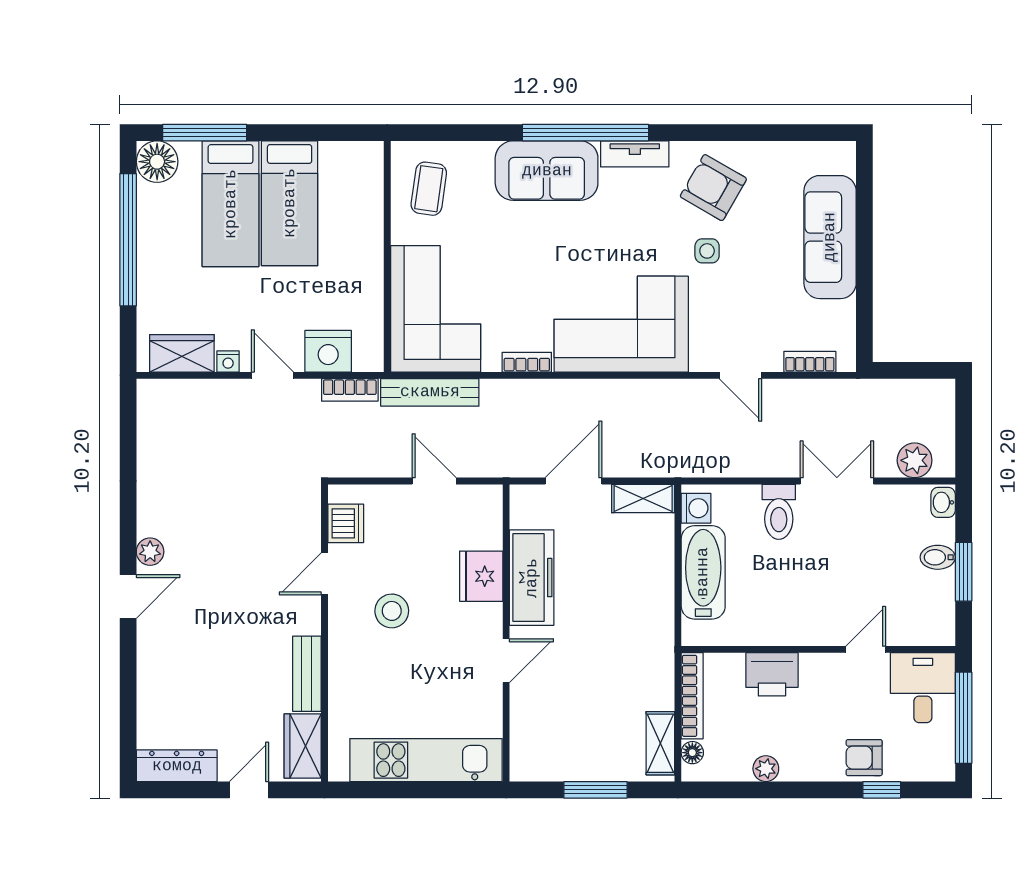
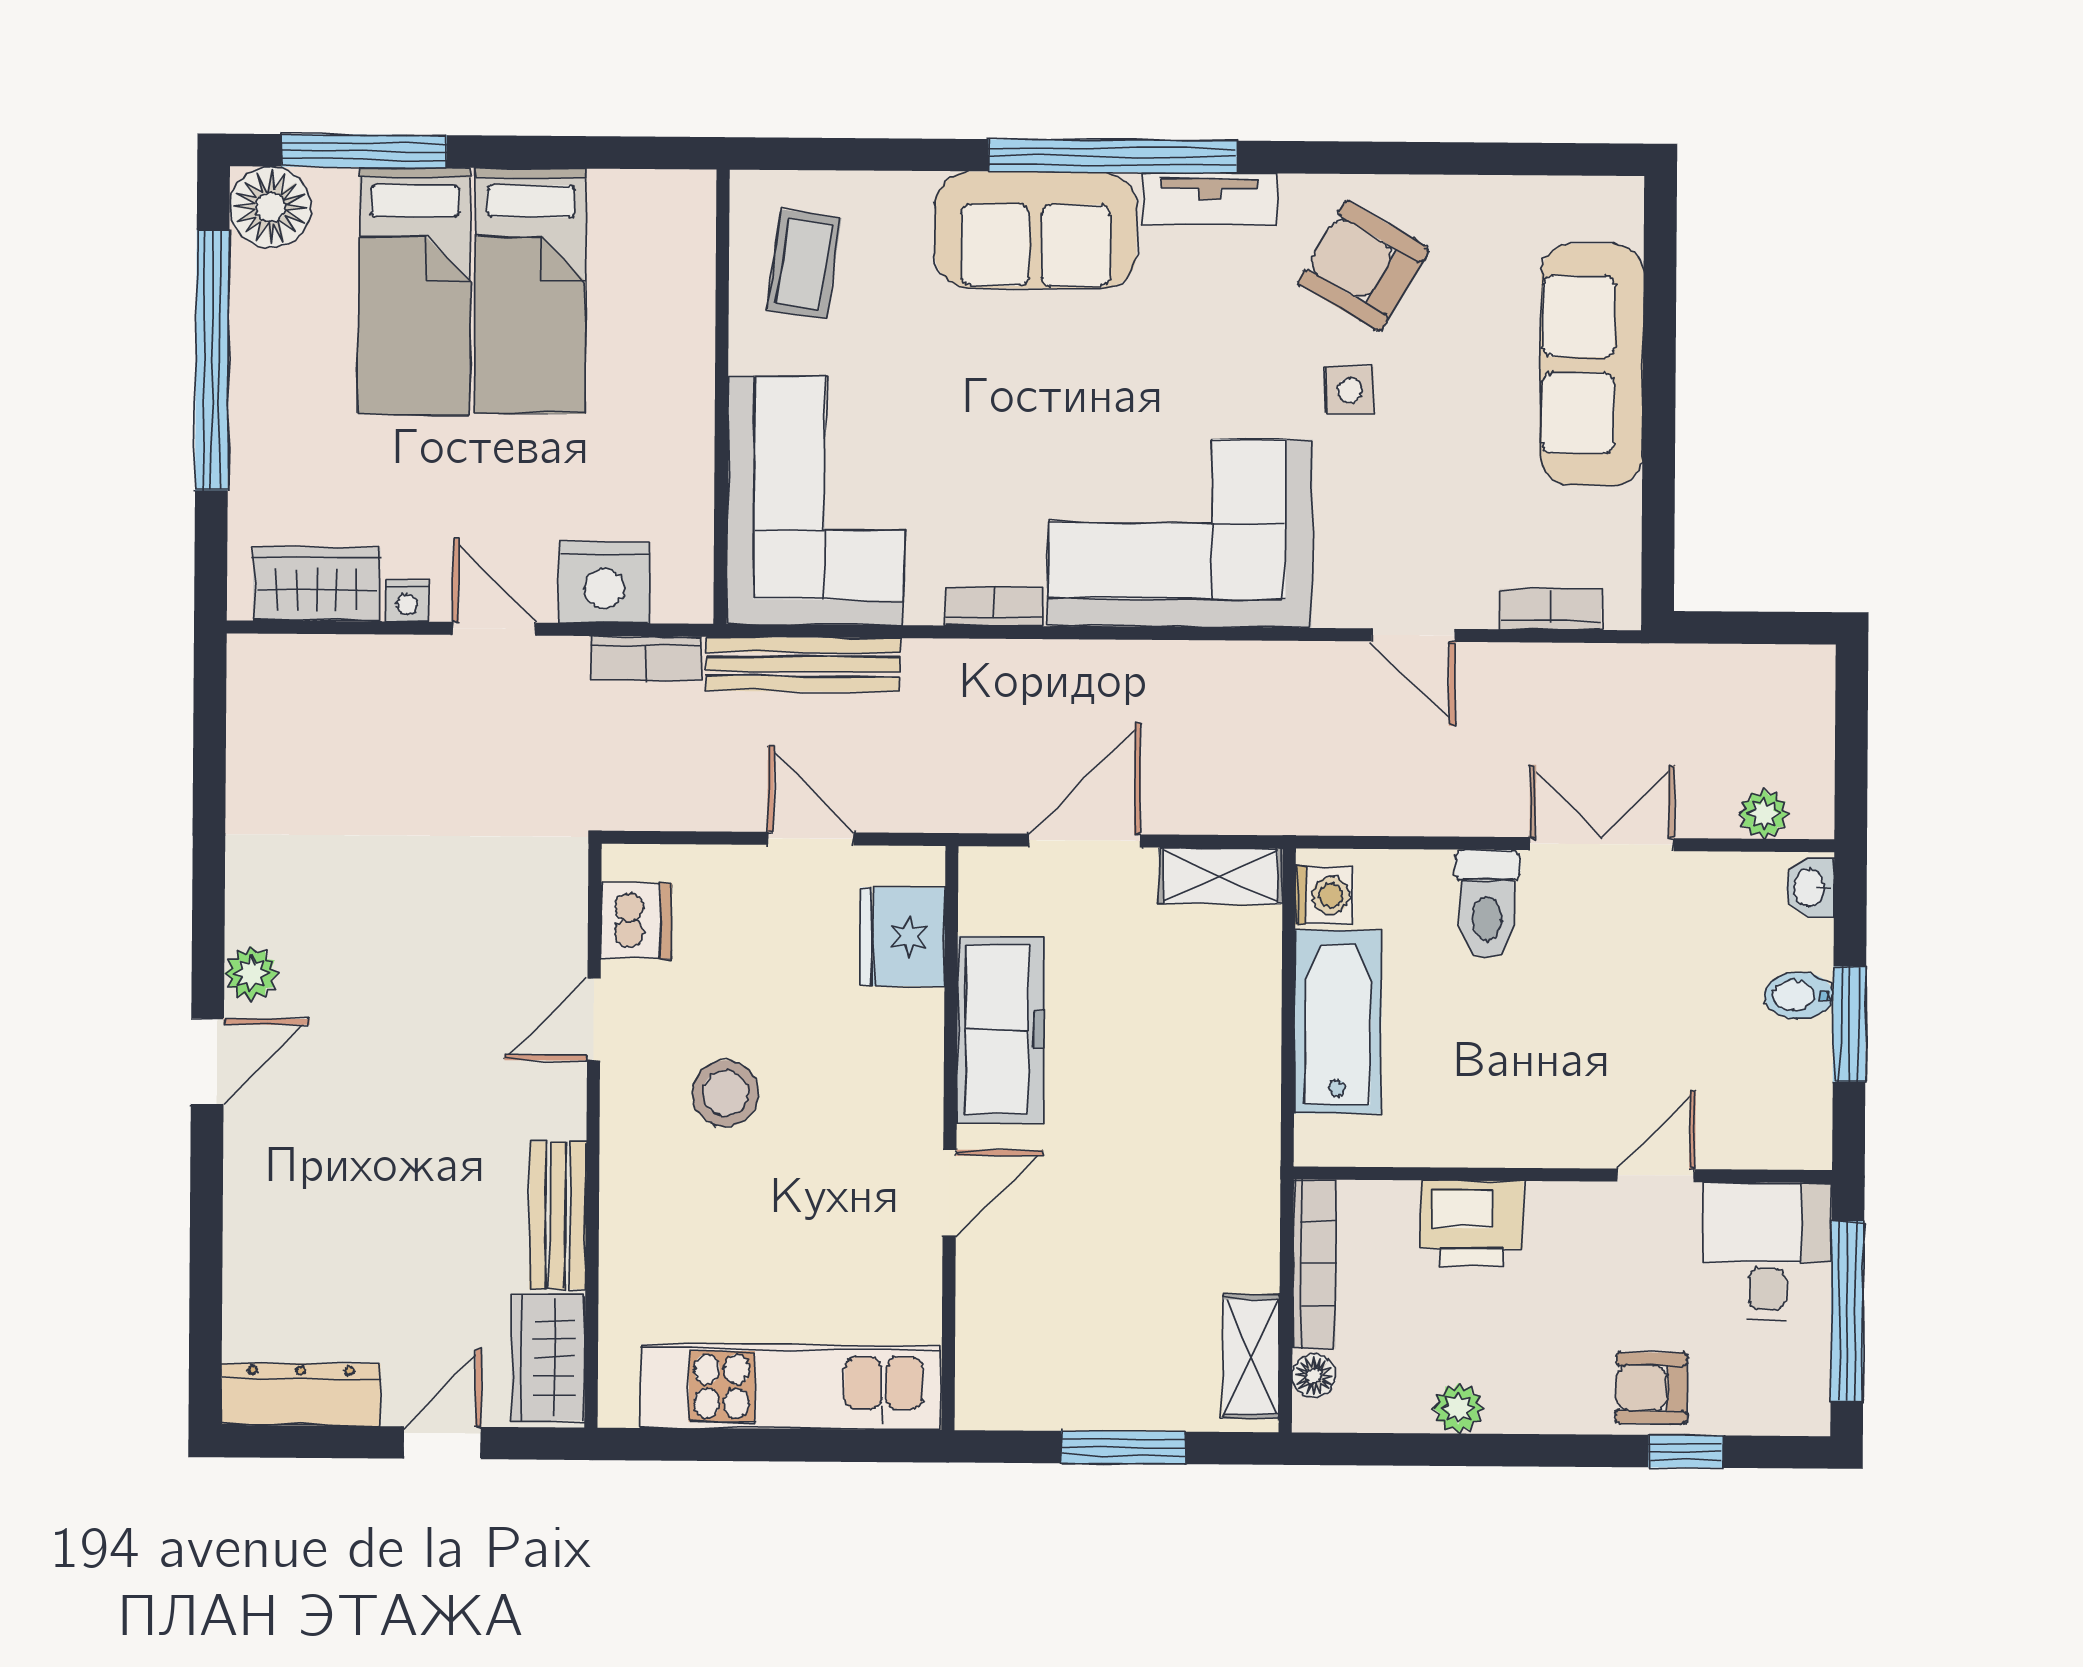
plant: (915, 460) -> (1764, 814), width x0.73, depth x0.73
fridge: (481, 576) -> (902, 937), moved

